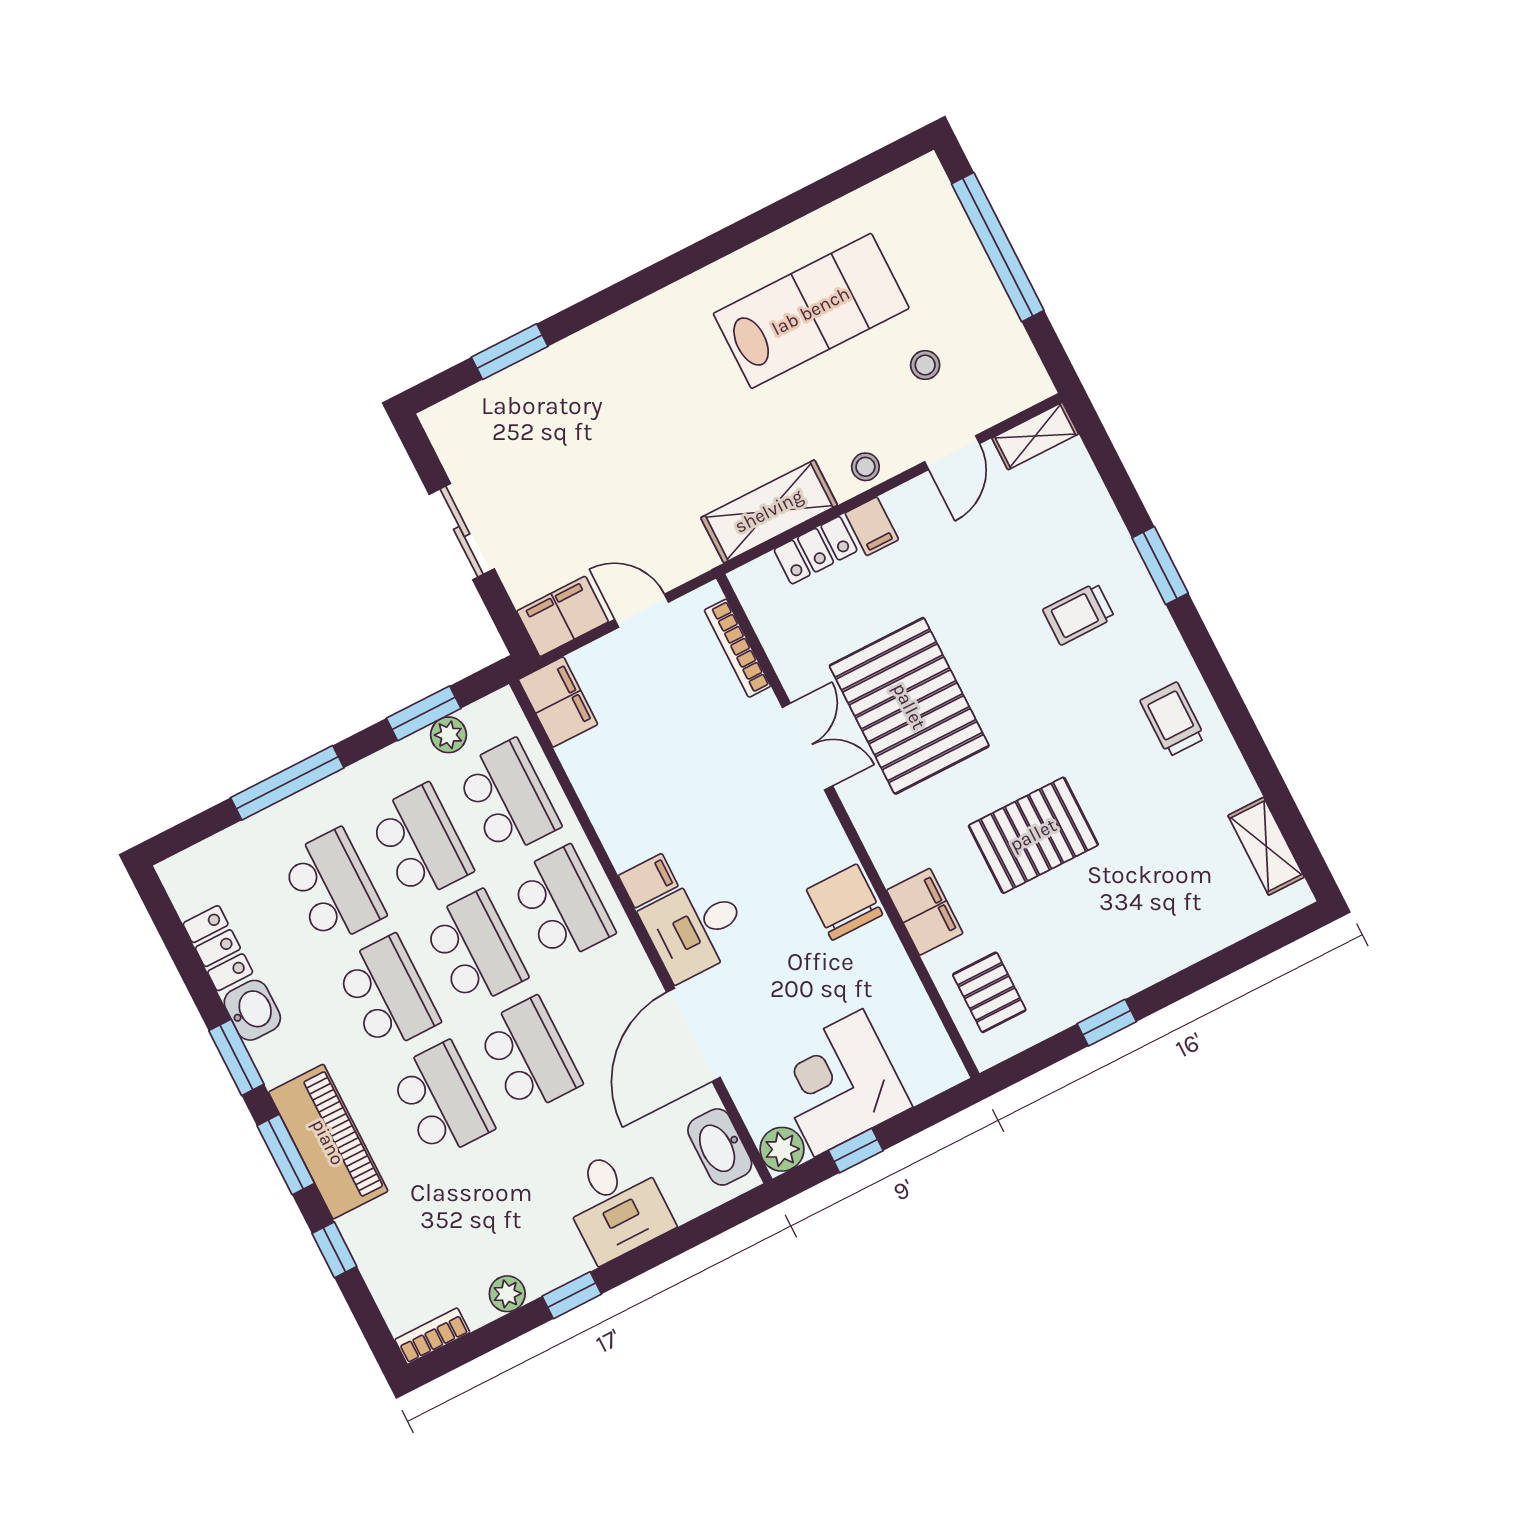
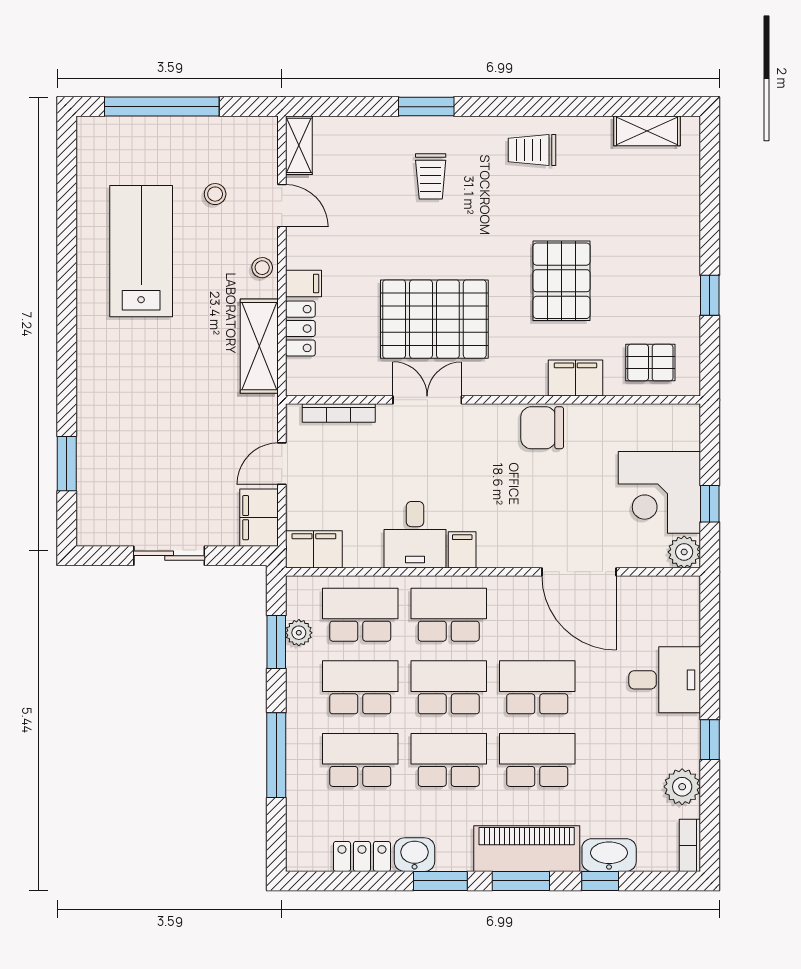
desk: (695, 928) -> (415, 535), moved
washbasin: (720, 1147) -> (609, 855), moved, turned 180
plant: (507, 1294) -> (682, 787), width x1.38, depth x1.38

